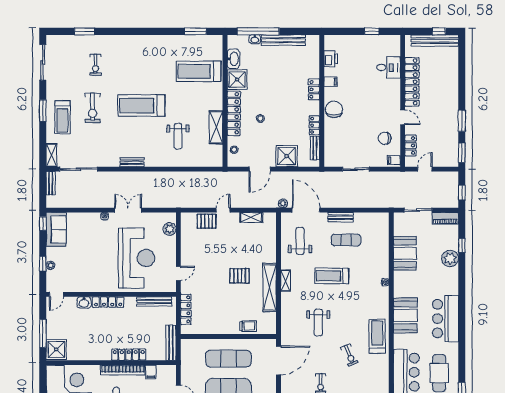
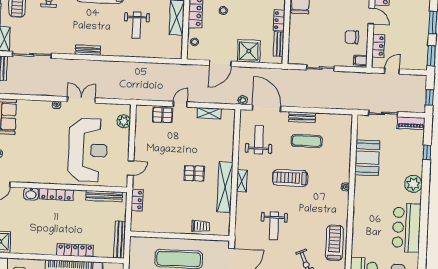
plant: (450, 259) -> (413, 184), moved
locker: (186, 309) -> (137, 200), width x0.66
booth: (405, 315) -> (365, 222), removed

